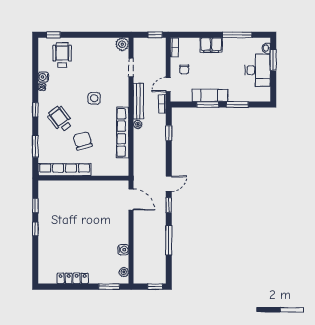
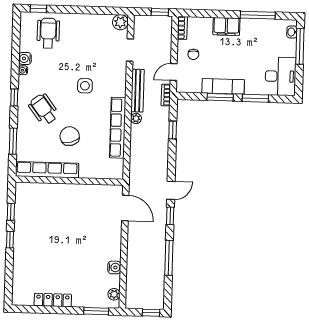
window: (273, 60) -> (300, 46), width x1.44
desk: (258, 70) -> (280, 76), moved

